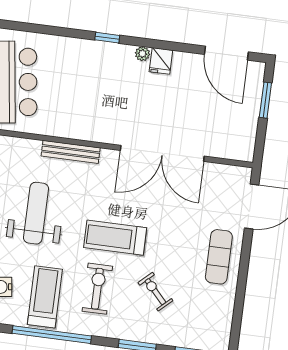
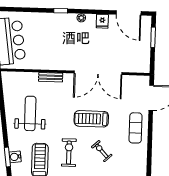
fridge: (161, 61) -> (102, 21), moved
bench: (71, 152) -> (51, 77), width x0.73
treadmill: (115, 238) -> (91, 119), moved

